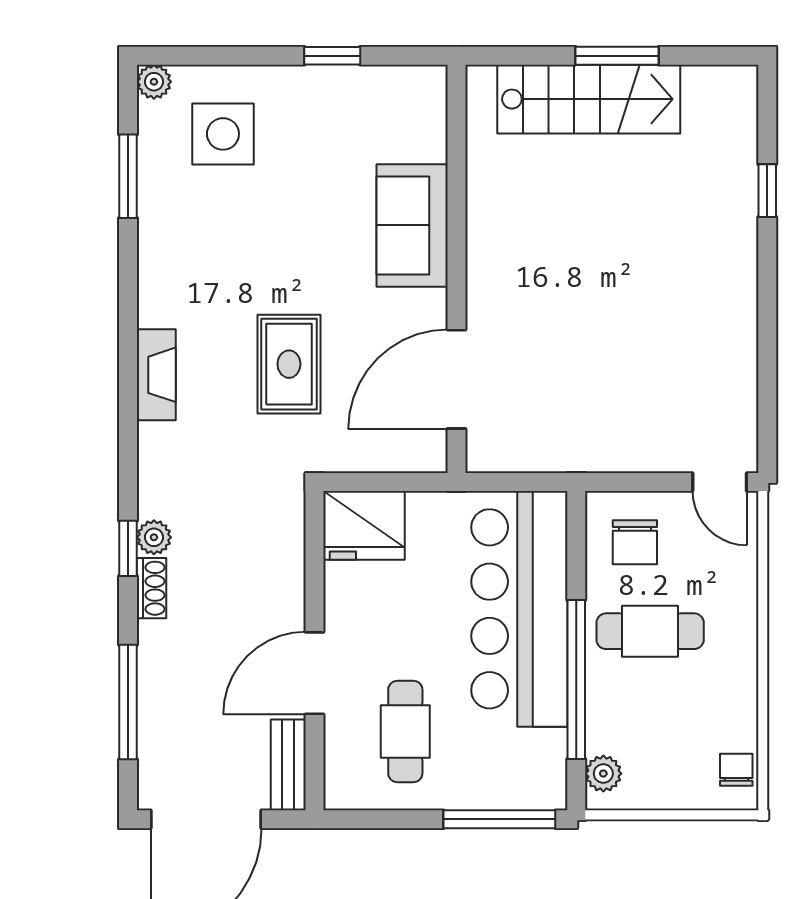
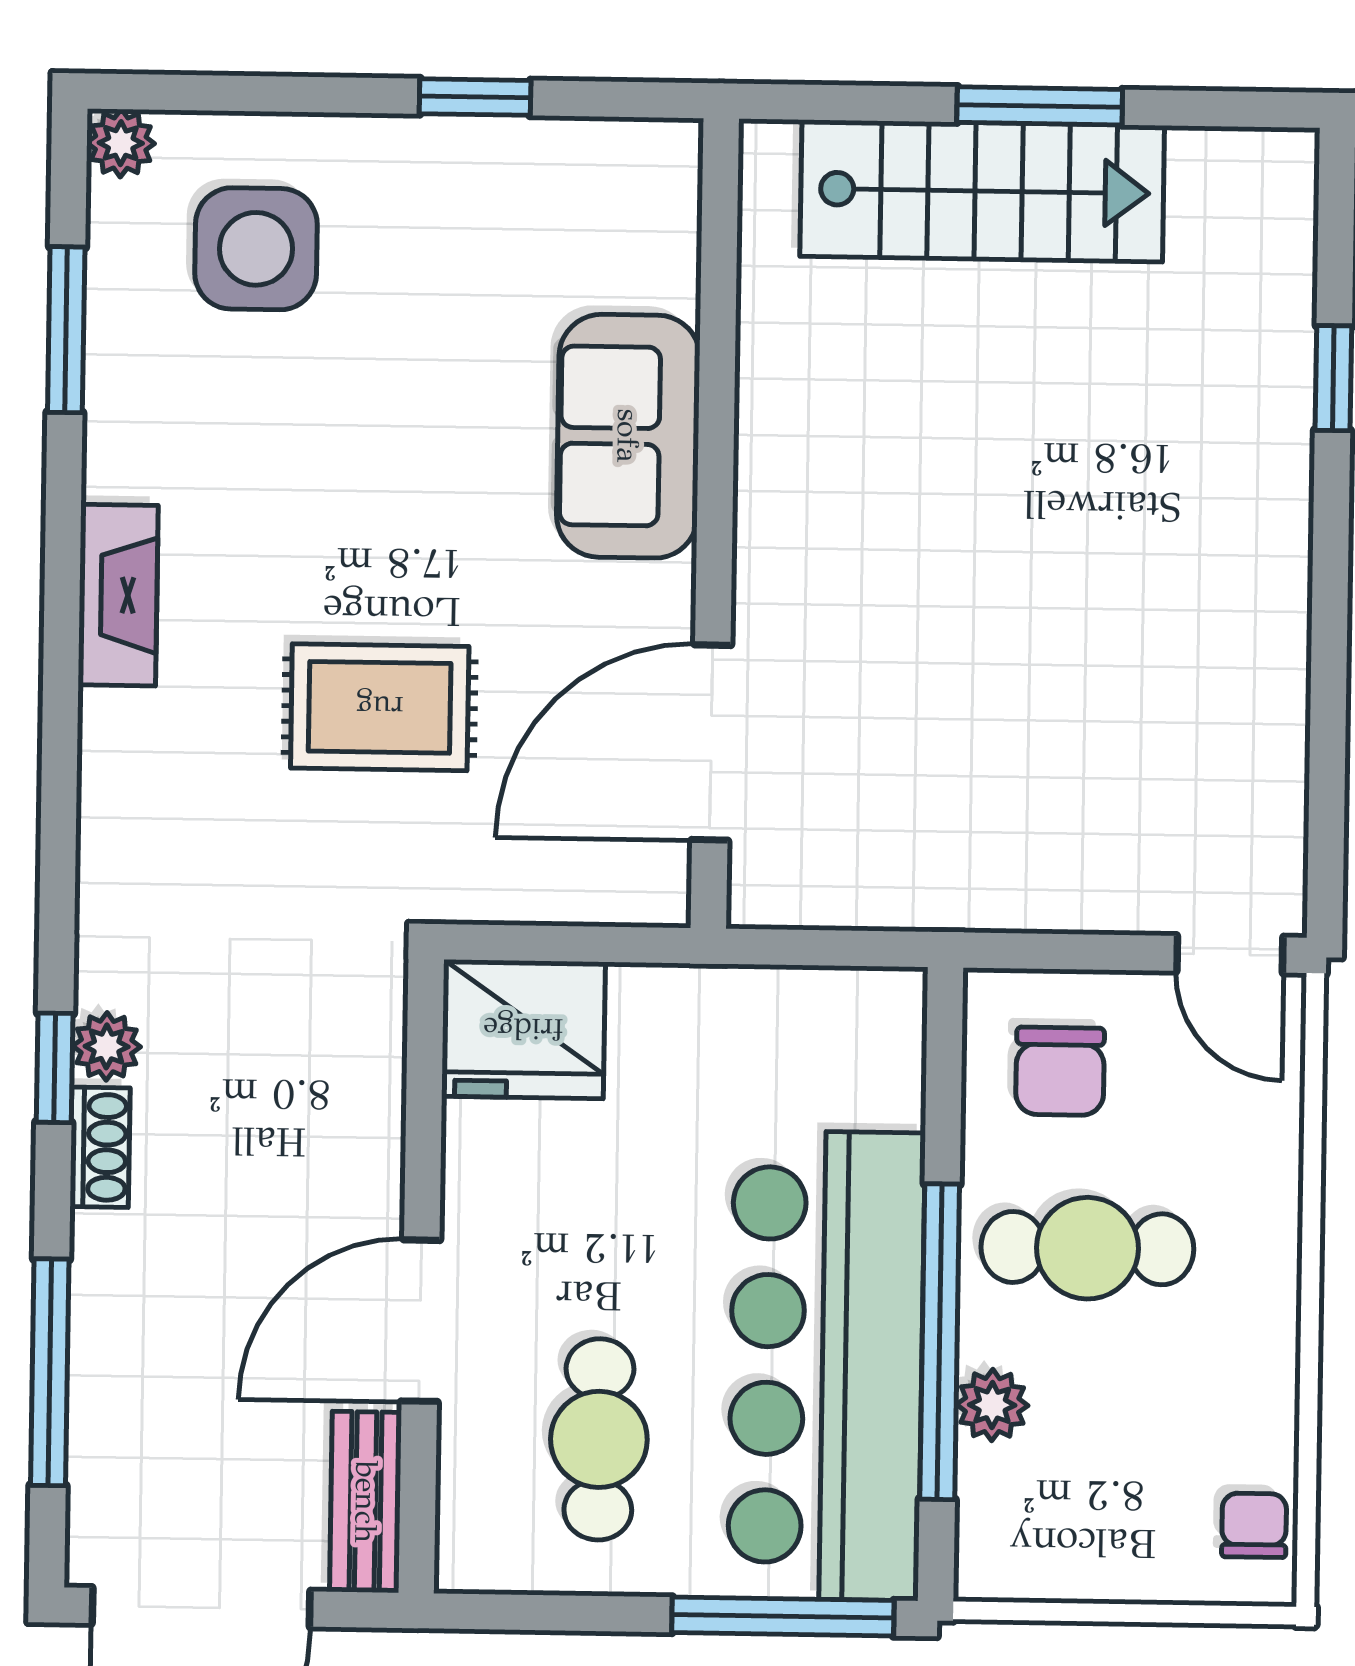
rug: (289, 364) -> (380, 707), turned 90
fireplace: (156, 375) -> (118, 595), moved
bar counter: (519, 609) -> (826, 1365), moved
plant: (603, 774) -> (992, 1405), moved

